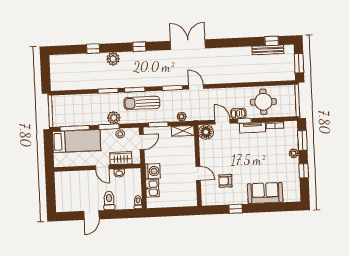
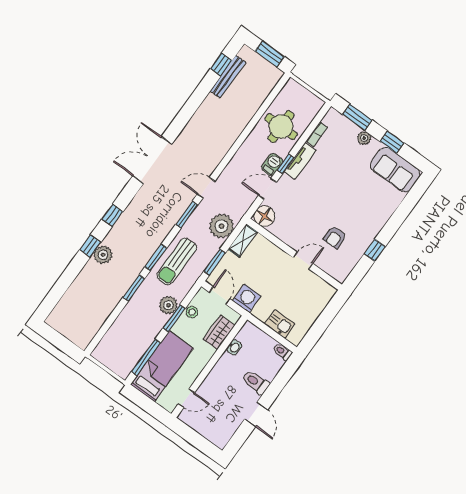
window: (93, 49) -> (90, 246), moved
plant: (182, 117) -> (221, 226), width x1.87, depth x1.87
door: (102, 167) -> (186, 398), moved
washing machine: (153, 171) -> (247, 298), moved
sofa: (265, 193) -> (395, 170), moved, turned -90

